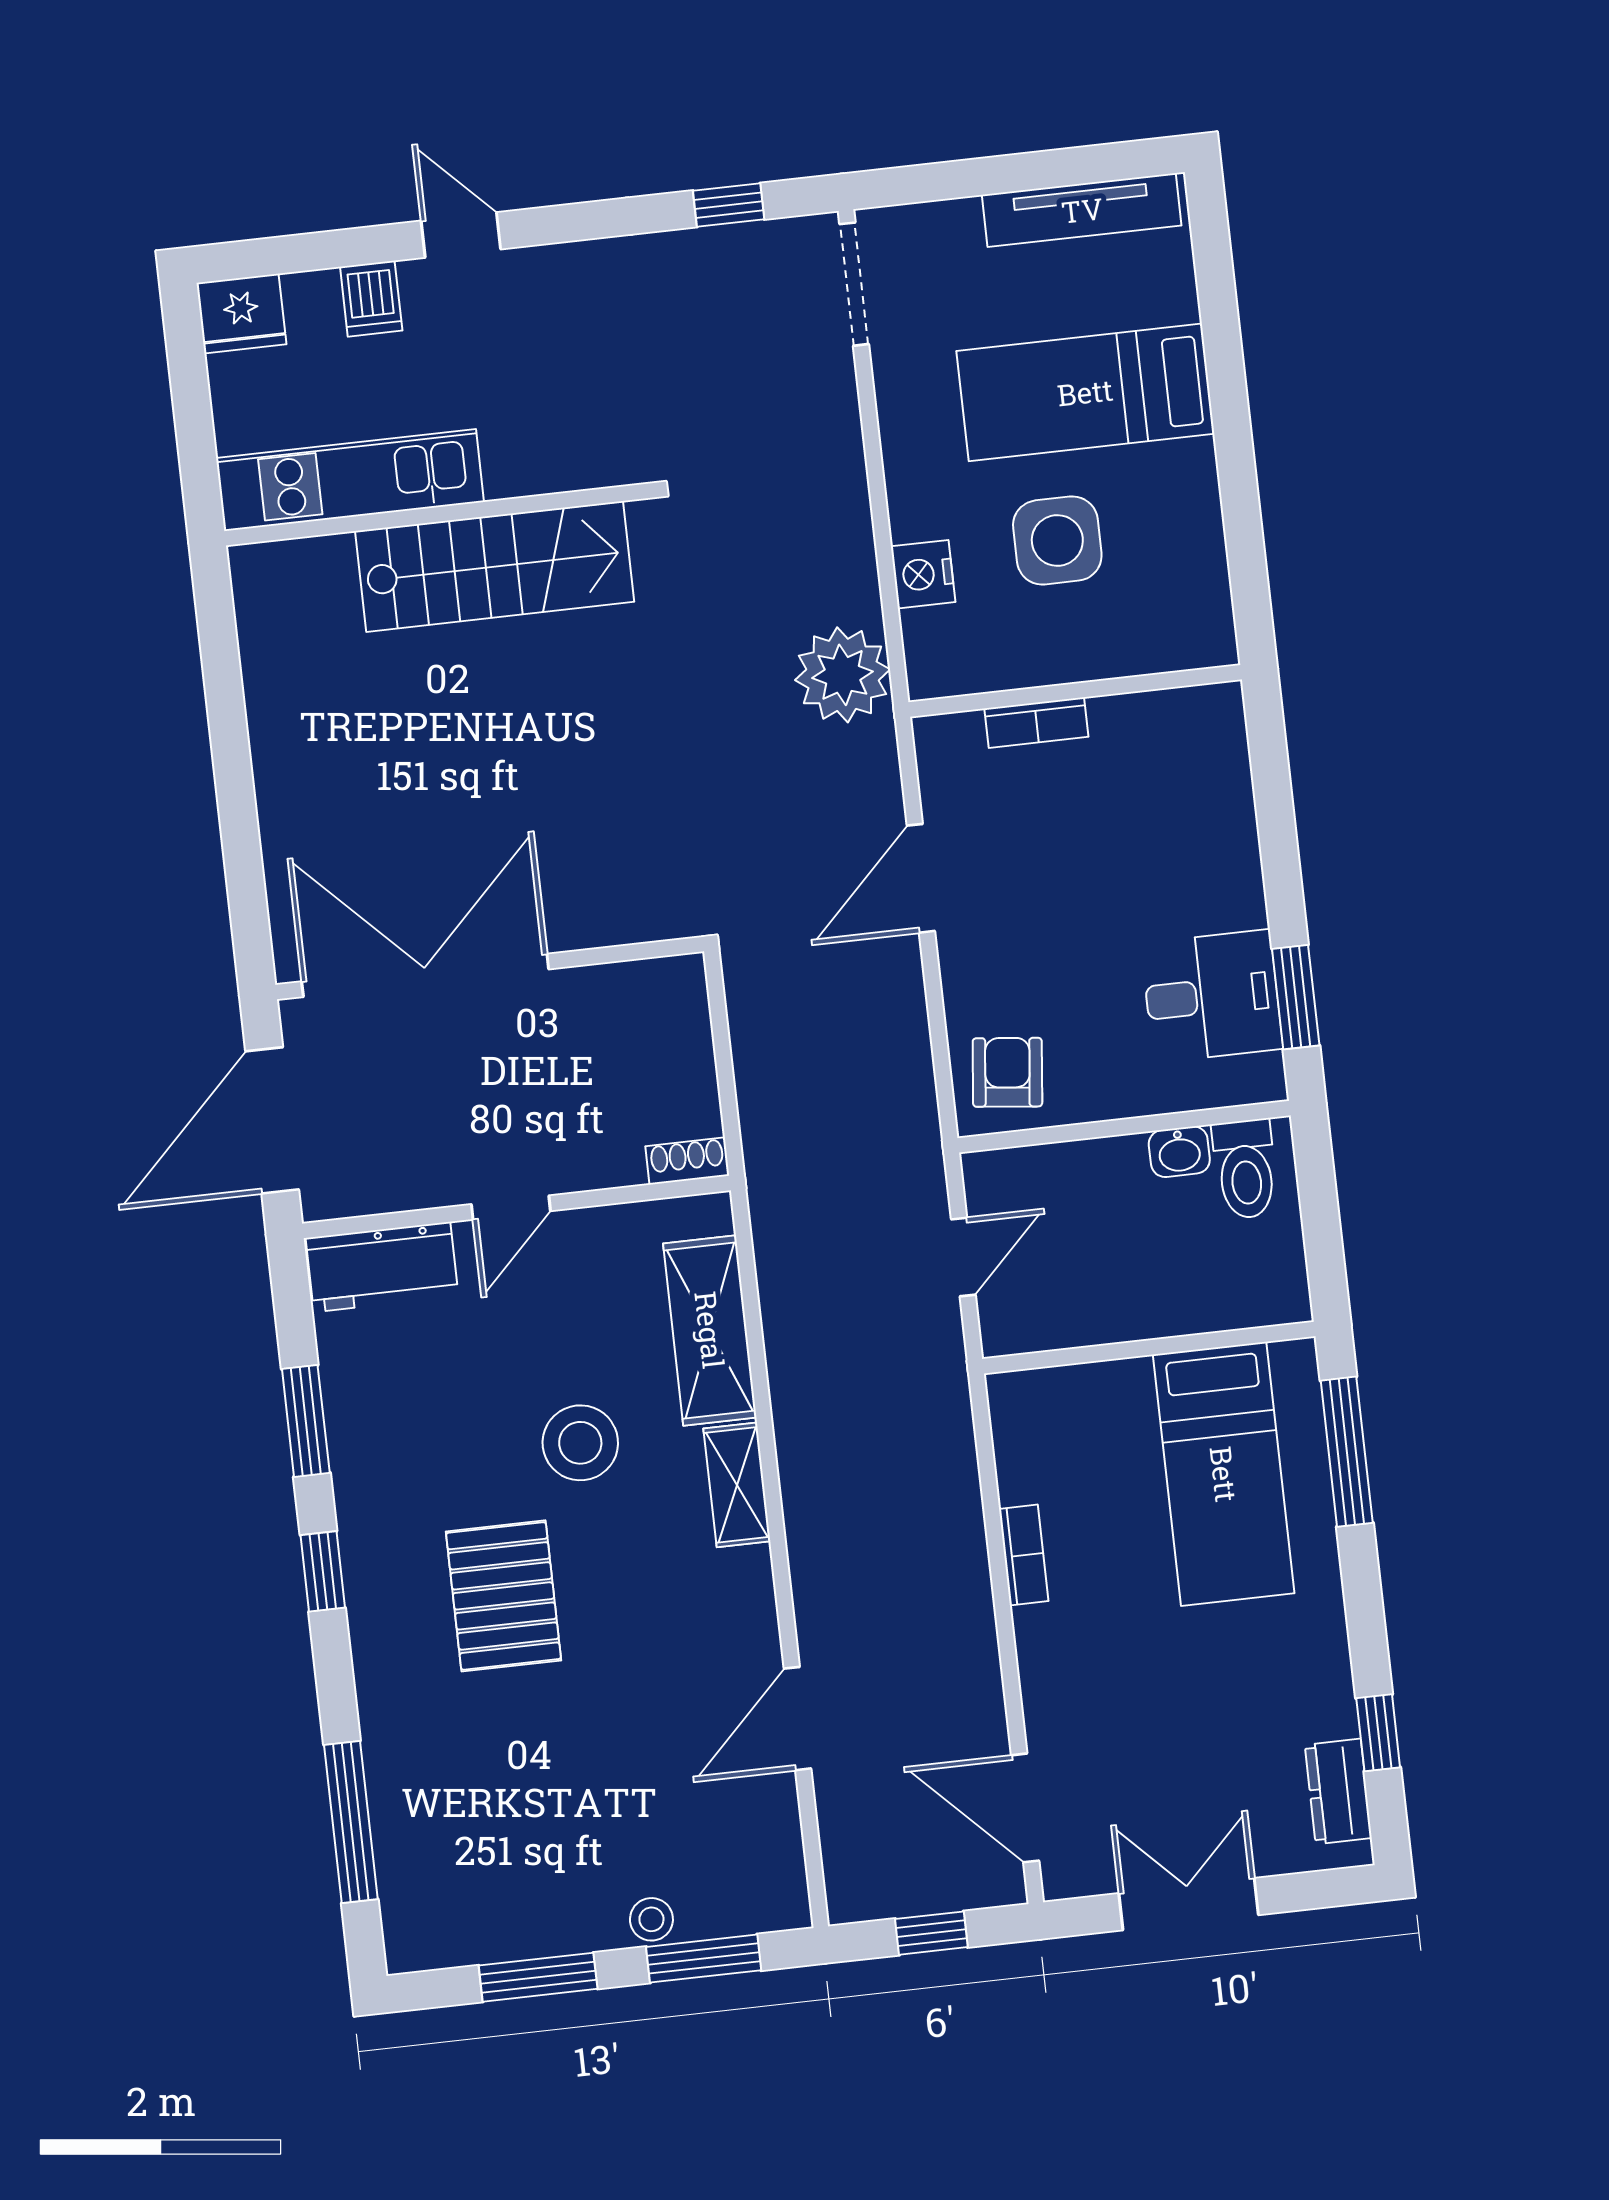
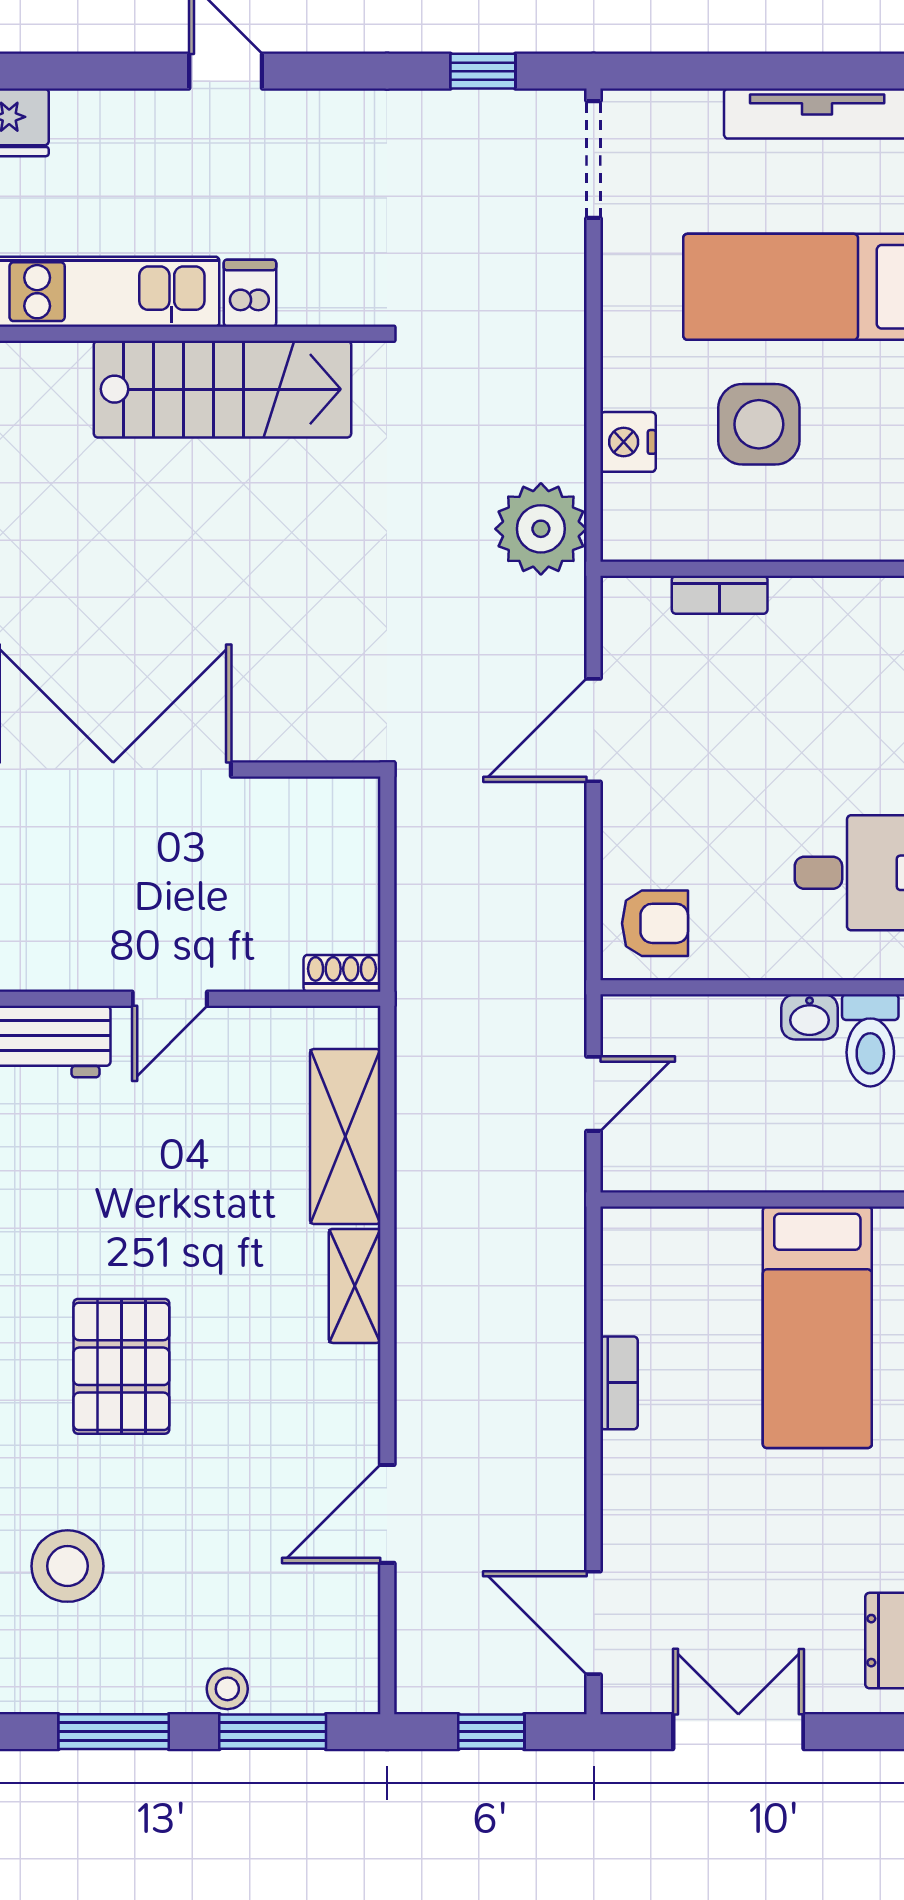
dishwasher: (371, 299) -> (250, 293), moved, turned 180
armchair: (1007, 1072) -> (655, 923), turned 84
stool: (580, 1443) -> (68, 1566), moved

